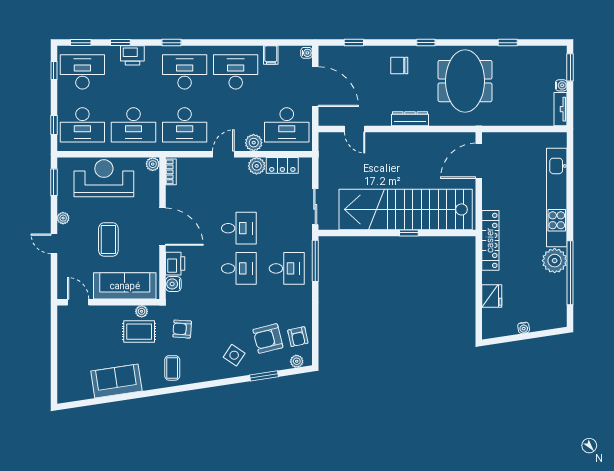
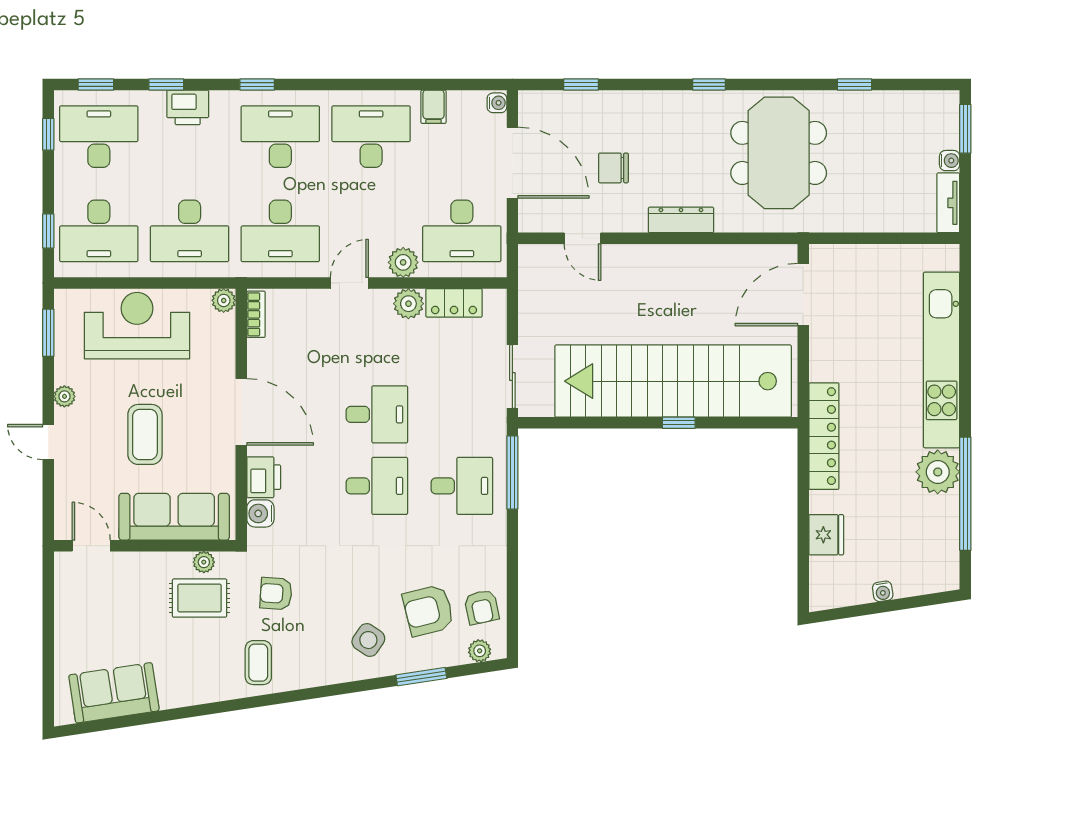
chair: (399, 66) -> (613, 168), moved
sofa: (116, 381) -> (114, 693), moved

